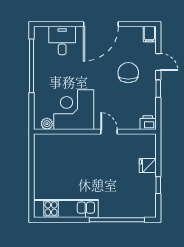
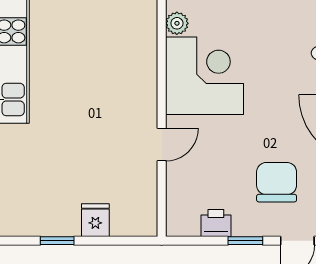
chair: (128, 73) -> (277, 182), turned -90
printer: (148, 123) -> (216, 223), moved, turned -90

